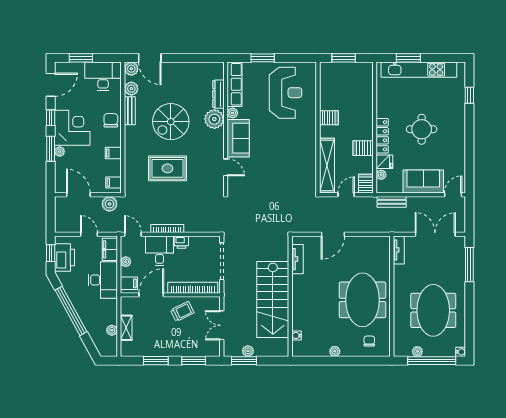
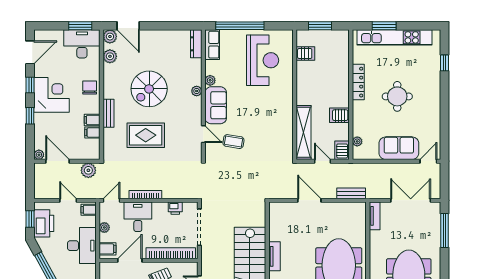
window: (81, 58) -> (80, 26), moved
window: (263, 58) -> (240, 26), width x2.11
row of seats: (235, 84) -> (212, 45), width x0.68
dresser: (219, 94) -> (196, 44), moved
bench: (130, 111) -> (108, 113), moved
server rack: (329, 118) -> (305, 54), moved
plant: (214, 119) -> (197, 91), width x0.53, depth x0.53
locker: (382, 136) -> (358, 82), moved
window: (51, 149) -> (30, 116), width x0.67
plant: (60, 152) -> (39, 155), moved
fridge: (384, 162) -> (360, 129), removed
coffee table: (256, 175) -> (233, 142), added
filing cabinet: (114, 183) -> (92, 133), moved
door: (346, 195) -> (323, 161), hinge flipped
bench: (392, 202) -> (351, 193), moved
door: (133, 234) -> (112, 200), hinge flipped
door: (333, 234) -> (309, 200), swing flipped
printer: (181, 242) -> (175, 208), moved
filing cabinet: (110, 249) -> (89, 210), width x0.50
tv unit: (298, 259) -> (274, 256), moved

